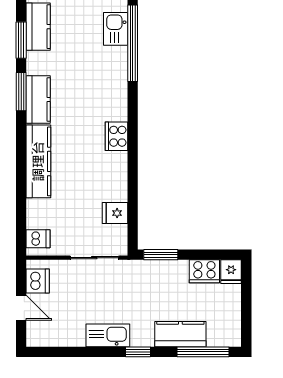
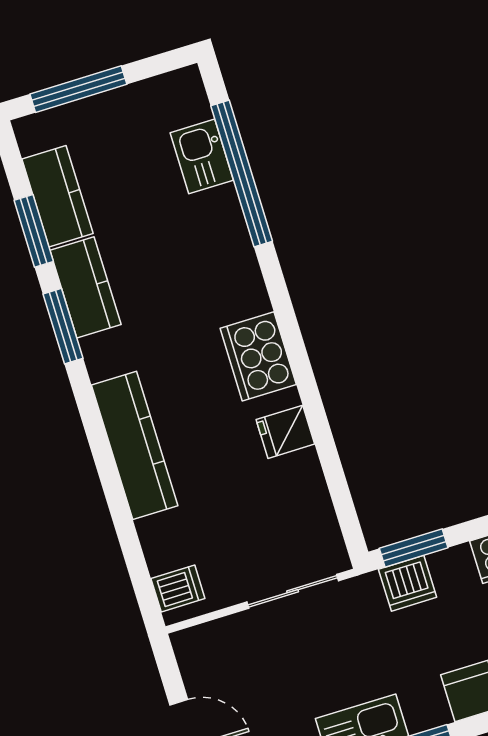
kitchen counter: (38, 100) -> (85, 287), moved
cooker: (116, 136) -> (258, 356), width x1.37, depth x1.31
fridge: (115, 213) -> (285, 432), moved
dishwasher: (38, 281) -> (408, 583), moved, turned 90

